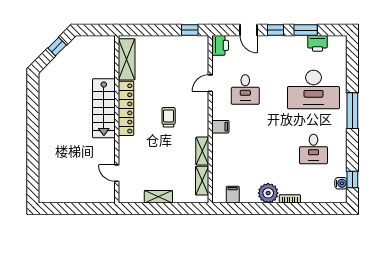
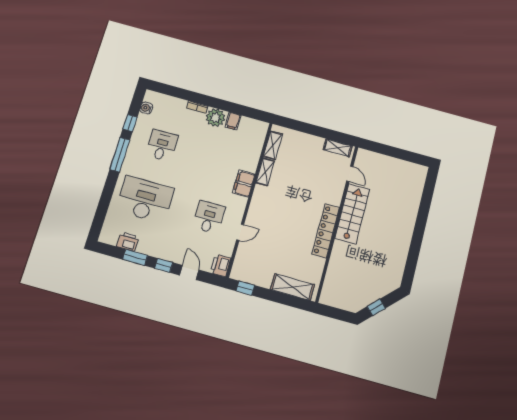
shelving: (127, 59) -> (292, 287), moved, turned 90
stairs: (104, 108) -> (352, 214), moved
window: (352, 111) -> (120, 155), moved
trolley: (169, 117) -> (288, 211), removed
filing cabinet: (220, 127) -> (244, 184), width x2.00
window: (352, 179) -> (130, 123), moved
filing cabinet: (233, 195) -> (233, 121), moved
shelving: (158, 197) -> (338, 148), moved

